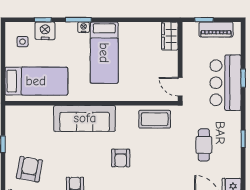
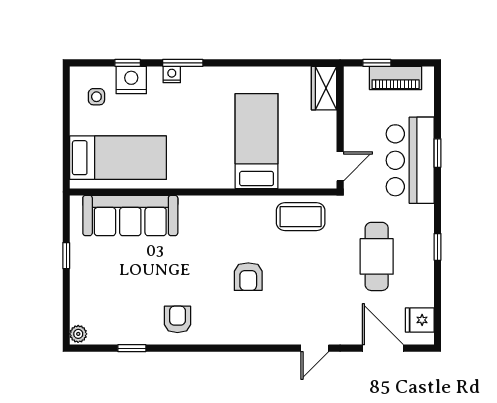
nightstand: (84, 27) -> (172, 75), moved
bed: (104, 53) -> (257, 141), moved, turned 180
door: (180, 87) -> (340, 166), swing flipped
sofa: (85, 118) -> (130, 215), moved
cafe table: (204, 145) -> (377, 256), width x1.37, depth x1.35
armchair: (29, 169) -> (107, 294), removed

